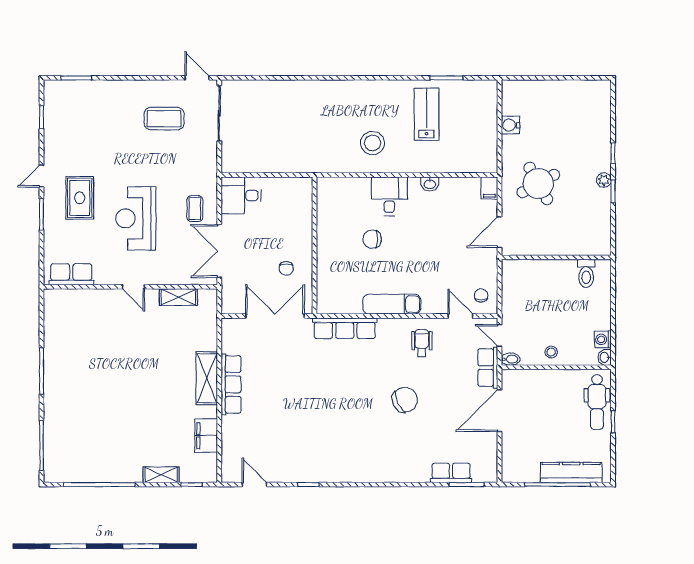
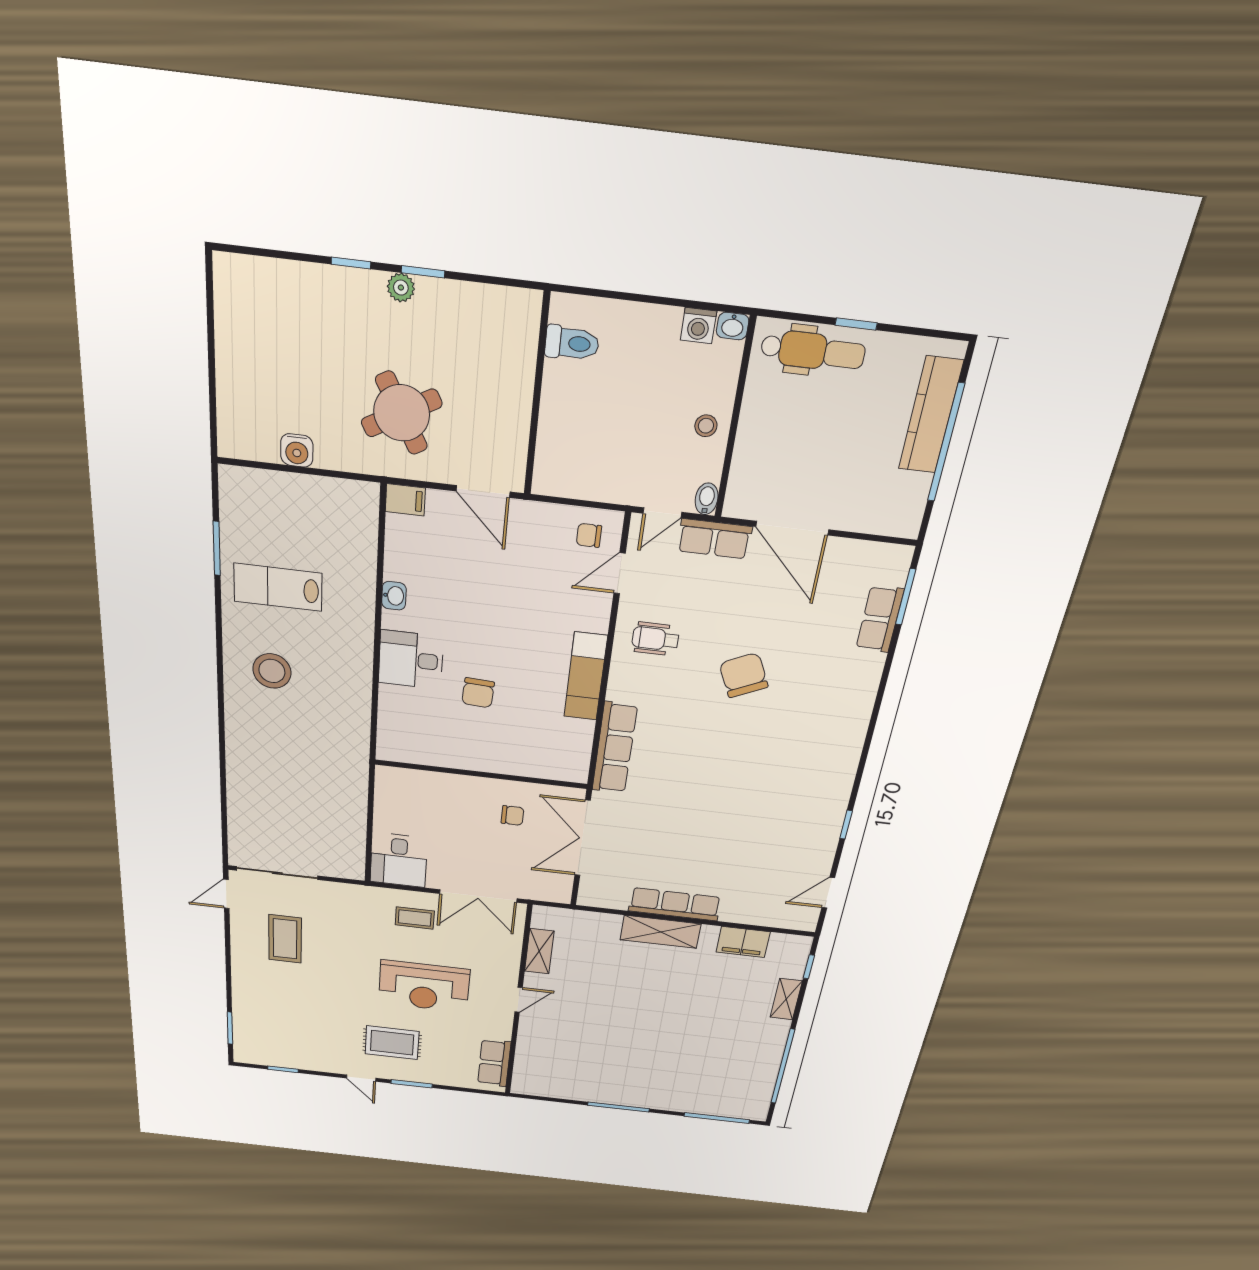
stool: (373, 143) -> (272, 671), moved

